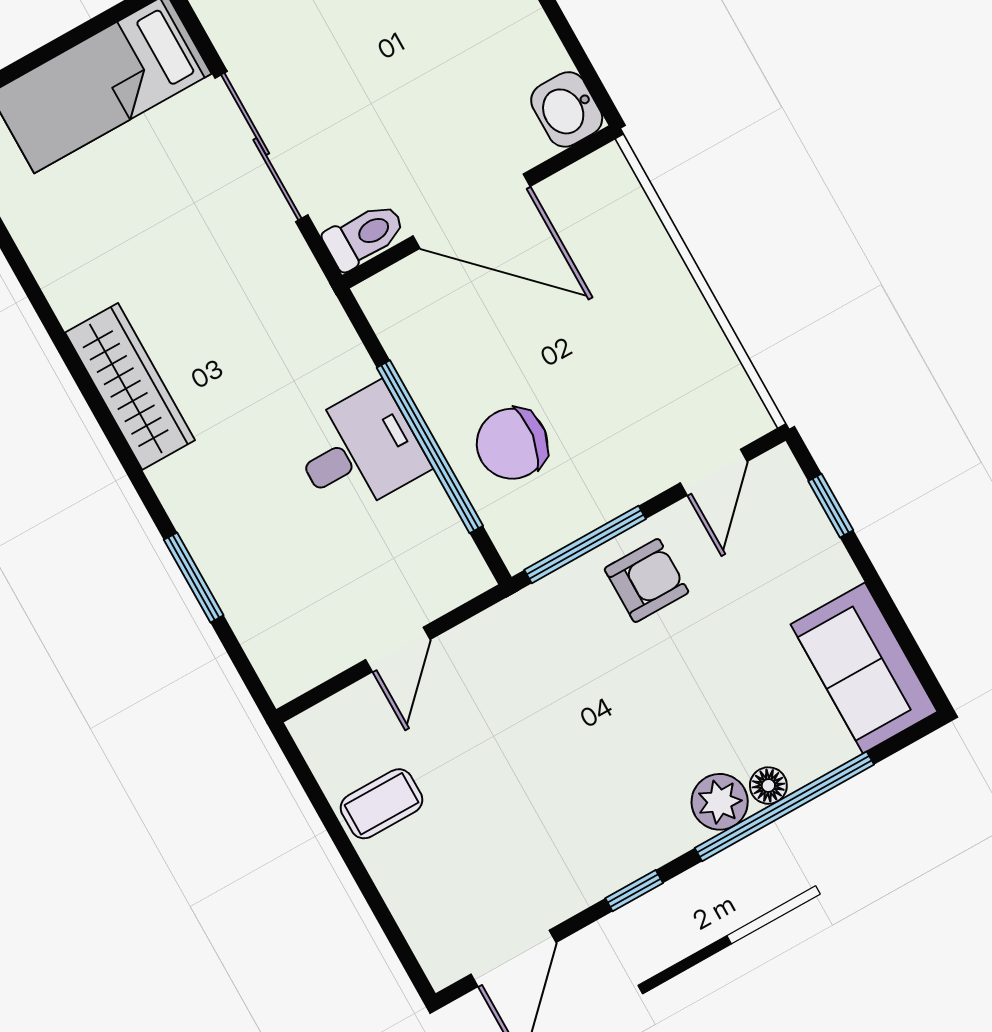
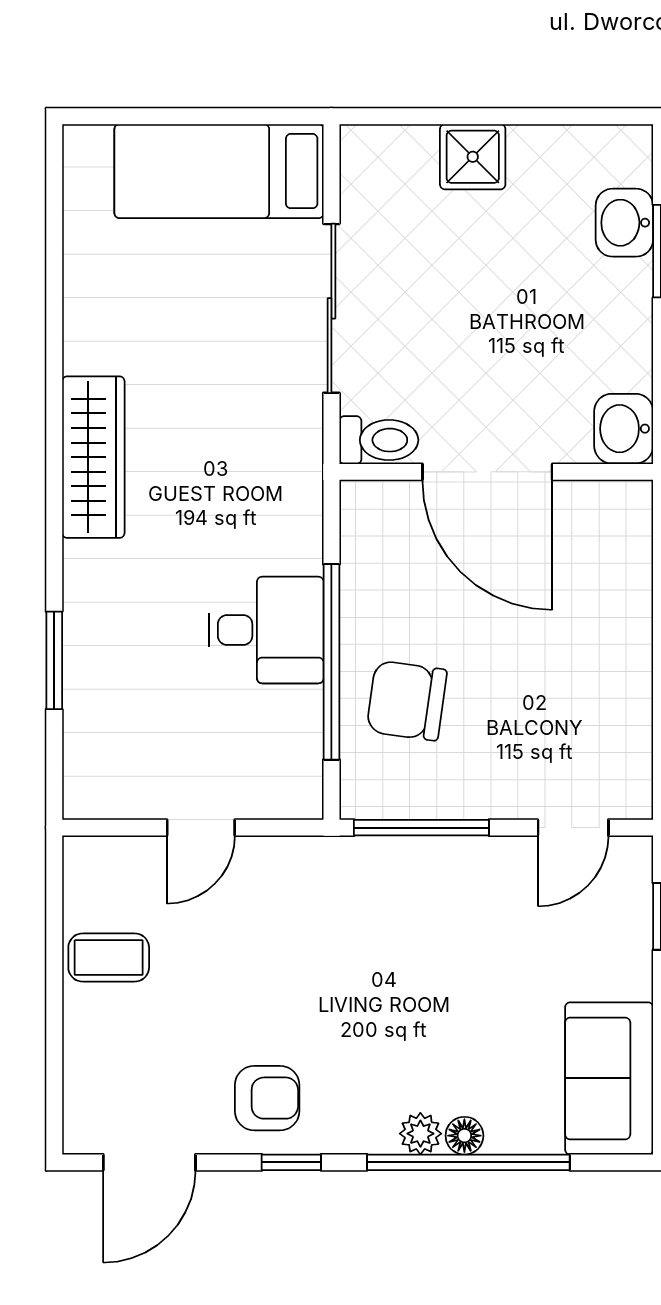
armchair: (646, 580) -> (267, 1098), moved
plant: (720, 802) -> (420, 1134), width x0.73, depth x0.73

